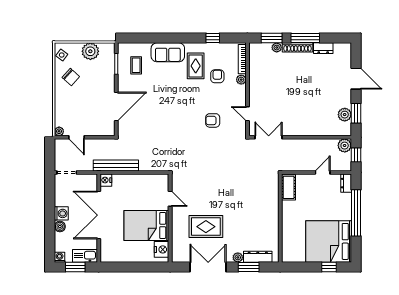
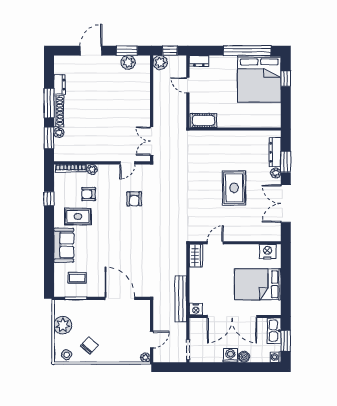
wardrobe: (158, 180) -> (196, 256), added
window: (356, 213) -> (247, 51), moved
bed: (146, 225) -> (258, 284), moved, turned 90
rug: (206, 227) -> (234, 188), moved

